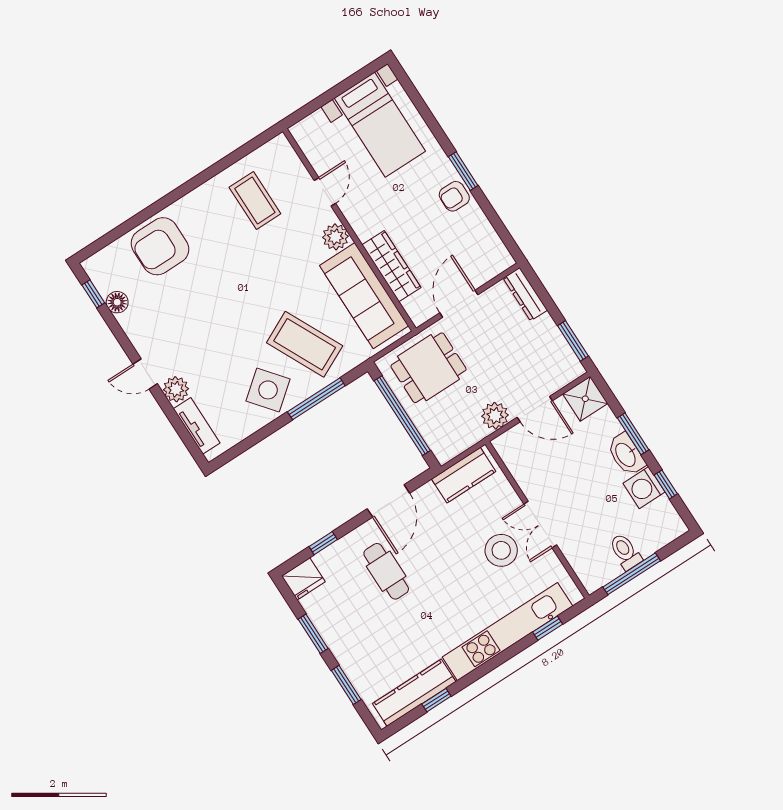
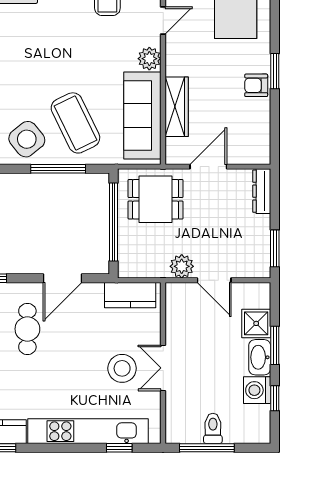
shower: (585, 399) -> (256, 323), moved

